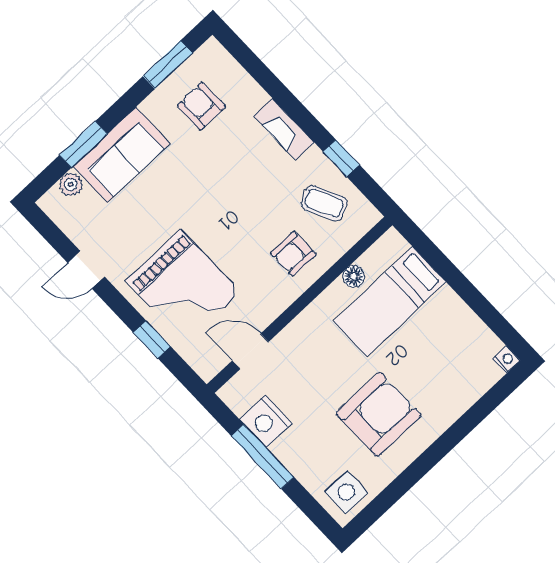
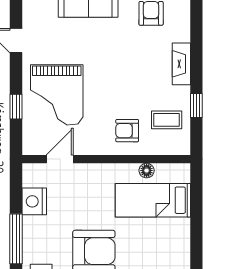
coffee table: (324, 203) -> (167, 120), turned -64
door: (250, 351) -> (60, 159), hinge flipped
window: (263, 456) -> (16, 239), moved

